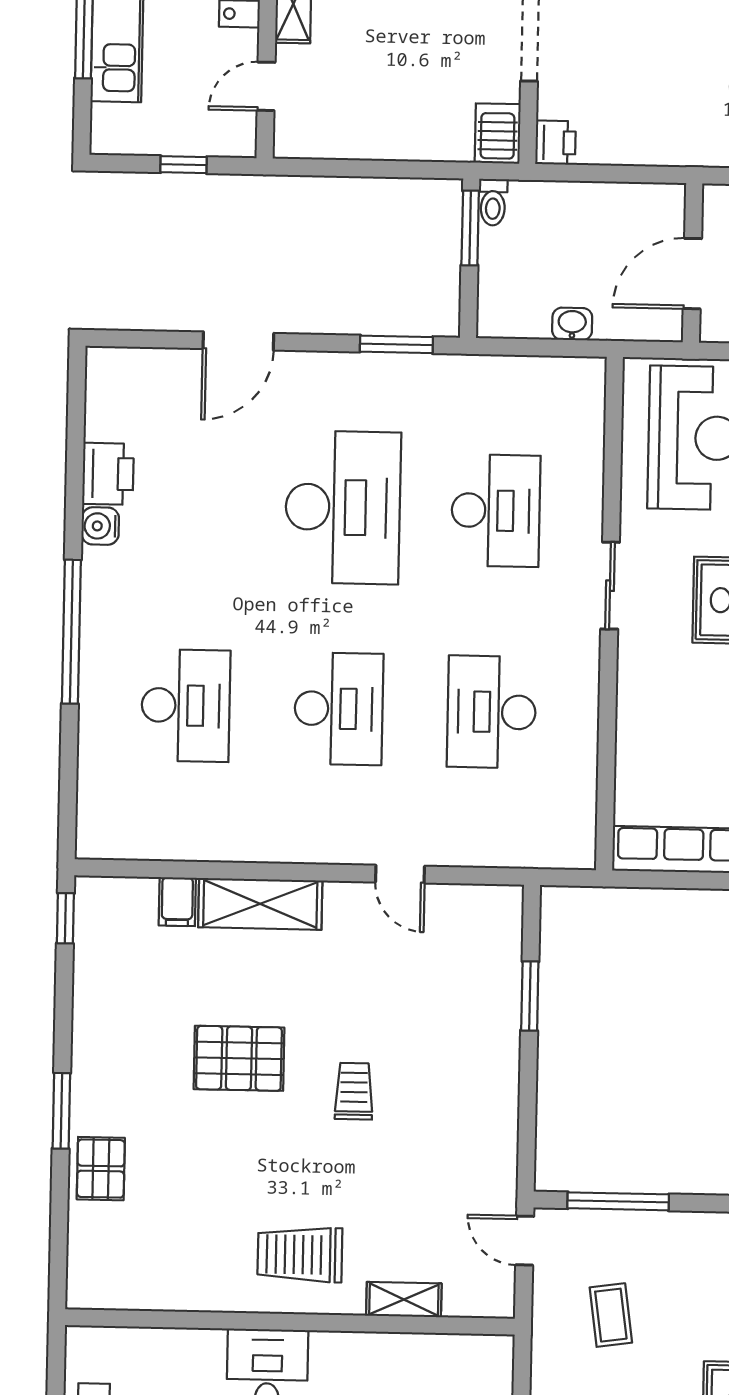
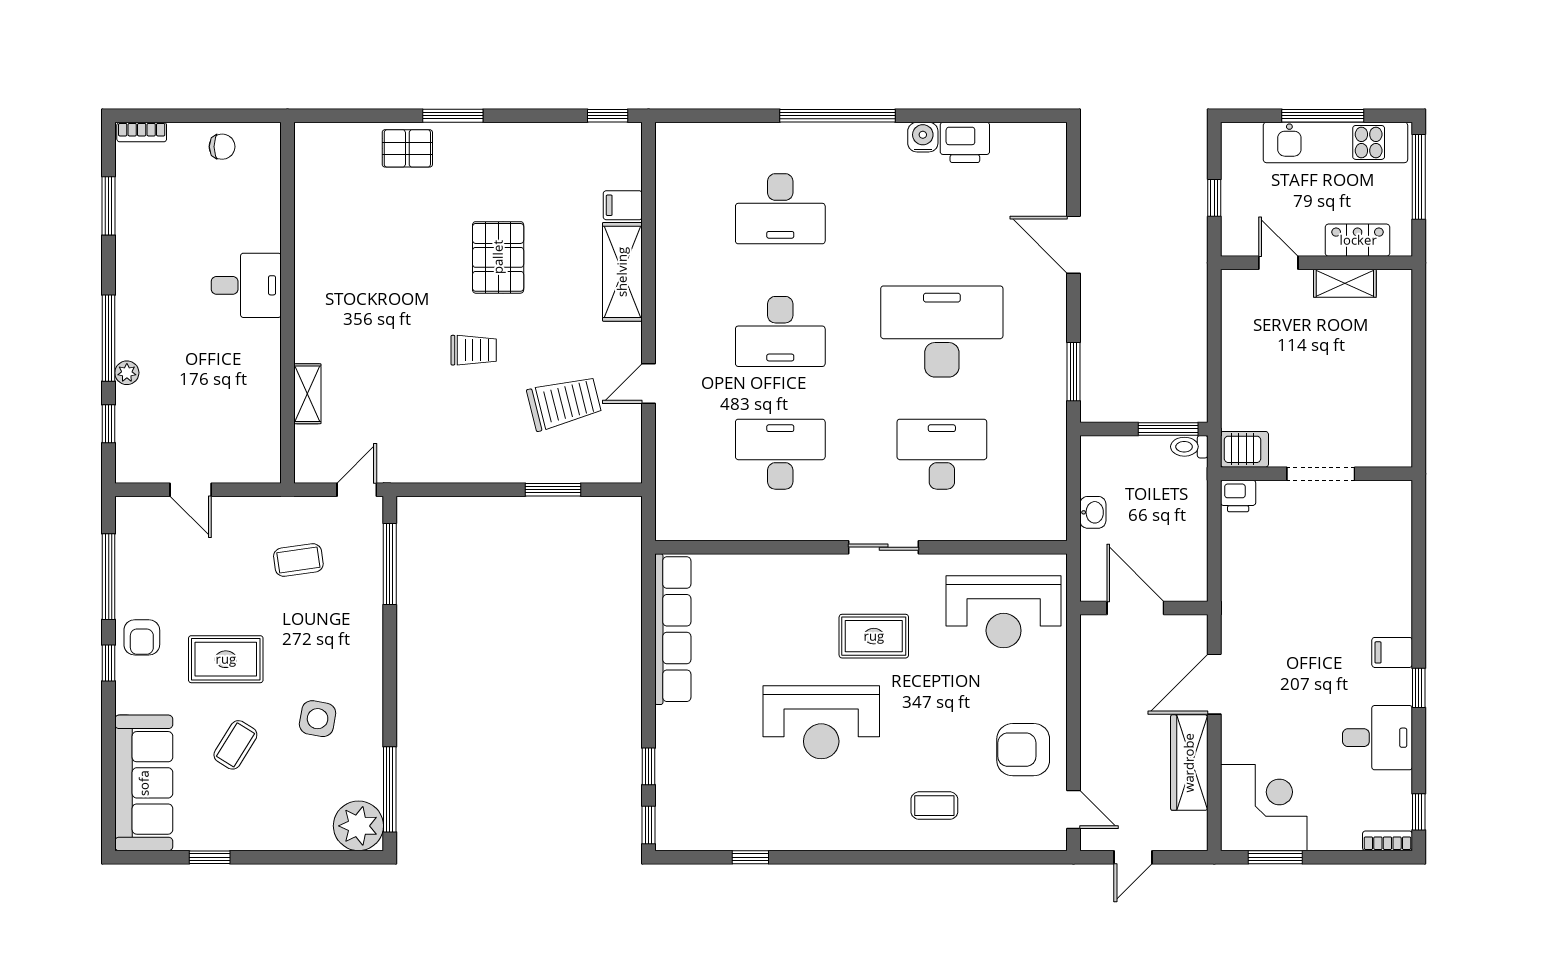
desk: (343, 507) -> (942, 331), turned 180
desk: (496, 511) -> (942, 454), turned 180
trolley: (300, 1255) -> (564, 403), moved, turned 76

